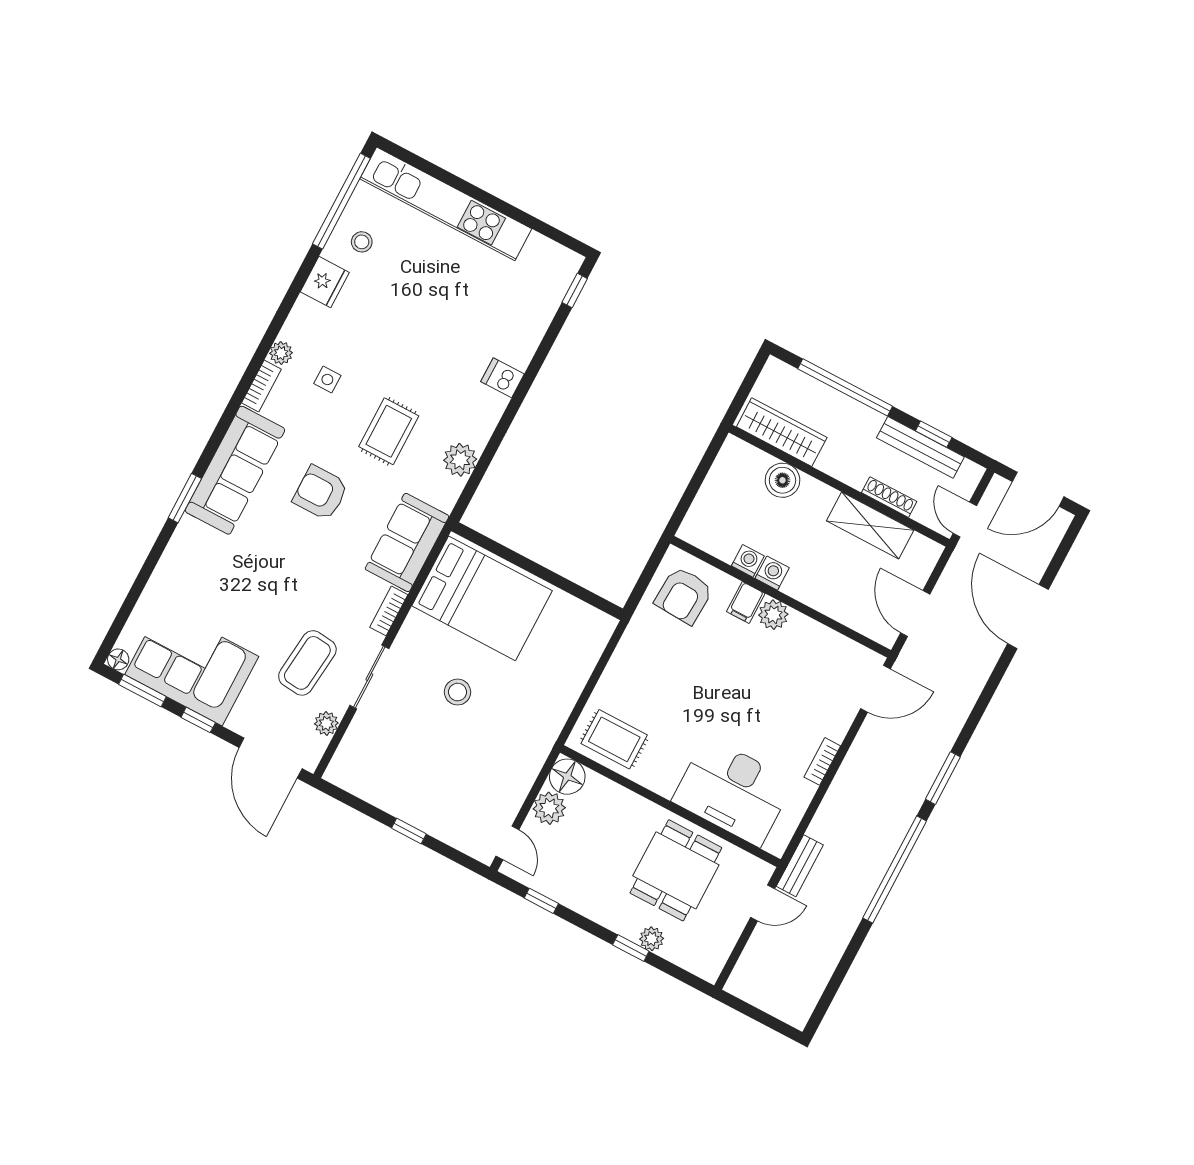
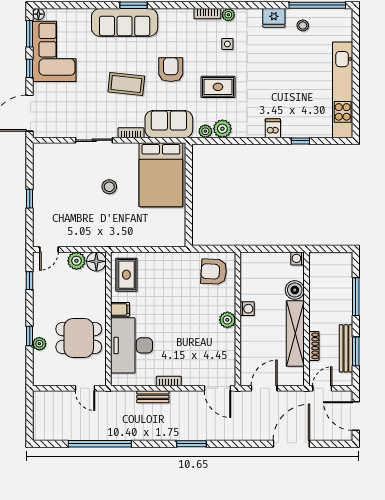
kitchen unit: (446, 204) -> (343, 90), moved
window: (575, 291) -> (300, 141), moved
window: (845, 387) -> (356, 297), width x0.68
wardrobe: (782, 432) -> (318, 277), removed
window: (934, 434) -> (356, 351), width x1.50
sofa: (235, 470) -> (125, 22), moved
shelving: (870, 525) -> (295, 334), width x1.47
washing machine: (748, 561) -> (298, 258), moved, turned 180
filing cabinet: (746, 603) -> (120, 309), moved, turned 180
coffee table: (307, 663) -> (126, 84), moved
plant: (326, 723) -> (205, 131), moved
bench: (800, 866) -> (153, 397), moved
window: (895, 870) -> (100, 444), moved

